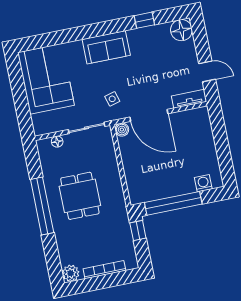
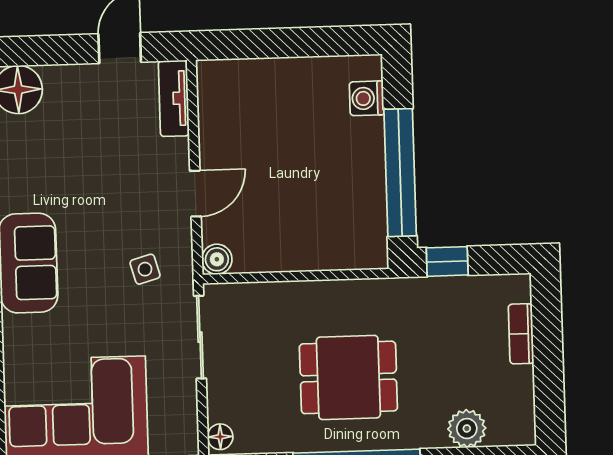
door: (149, 115) -> (195, 194), width x0.53
floor lamp: (57, 142) -> (220, 437), moved
bookcase: (104, 270) -> (521, 334), width x0.64
plant: (71, 273) -> (467, 429), moved

